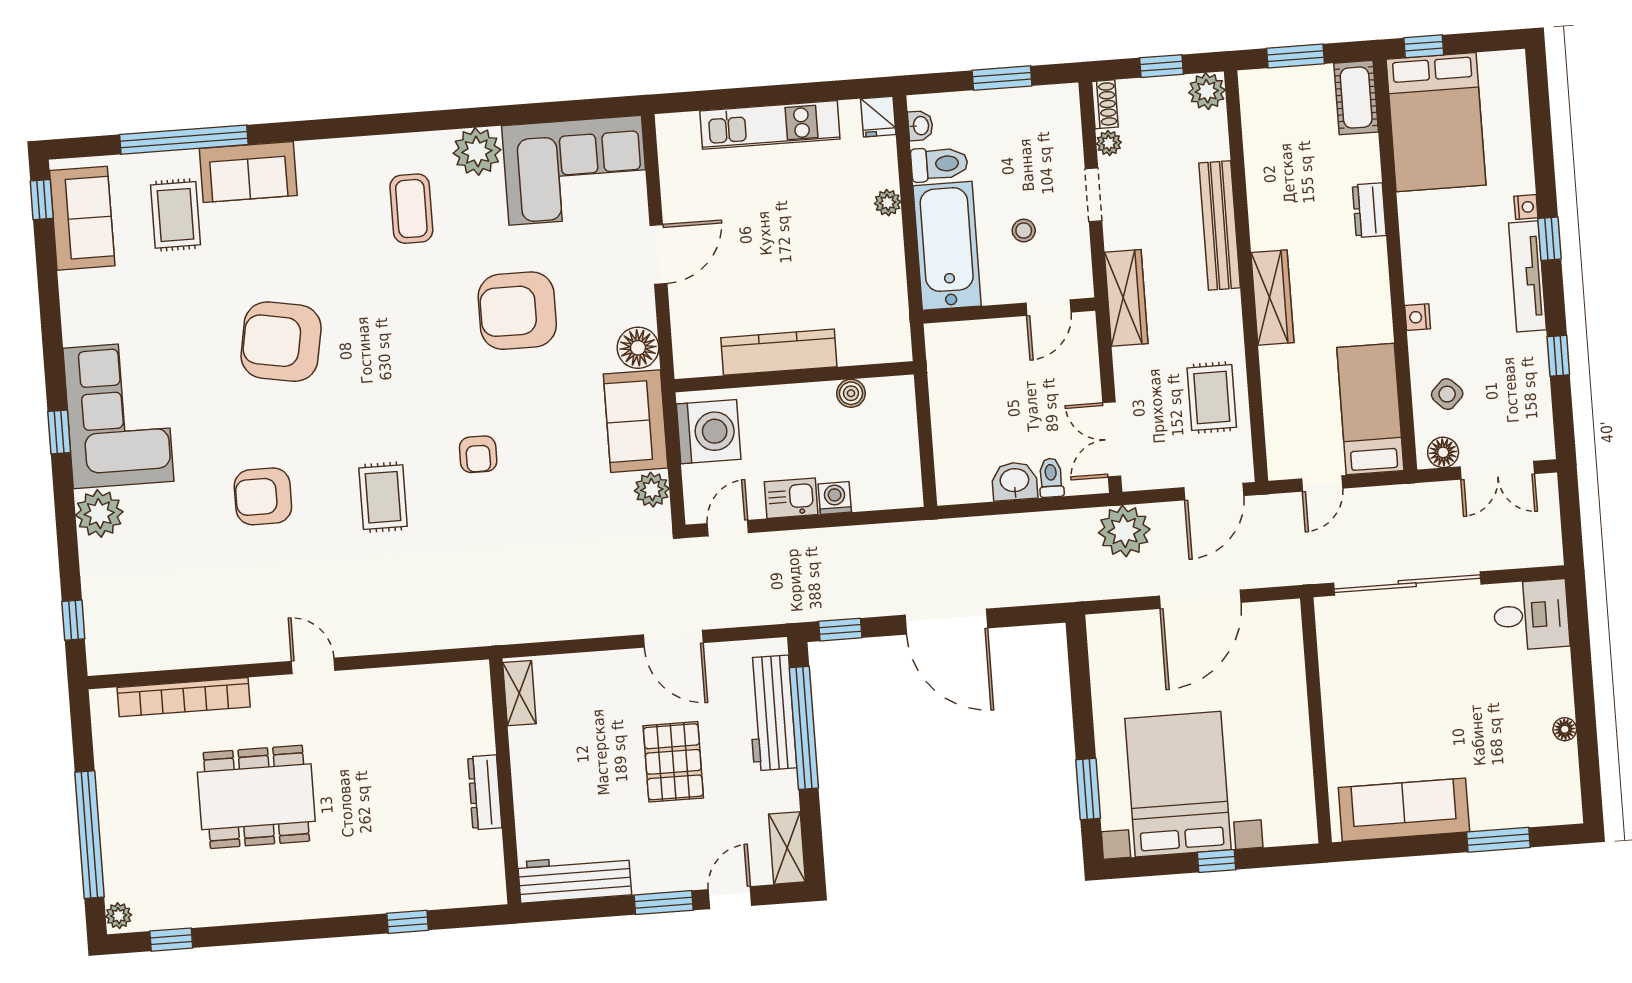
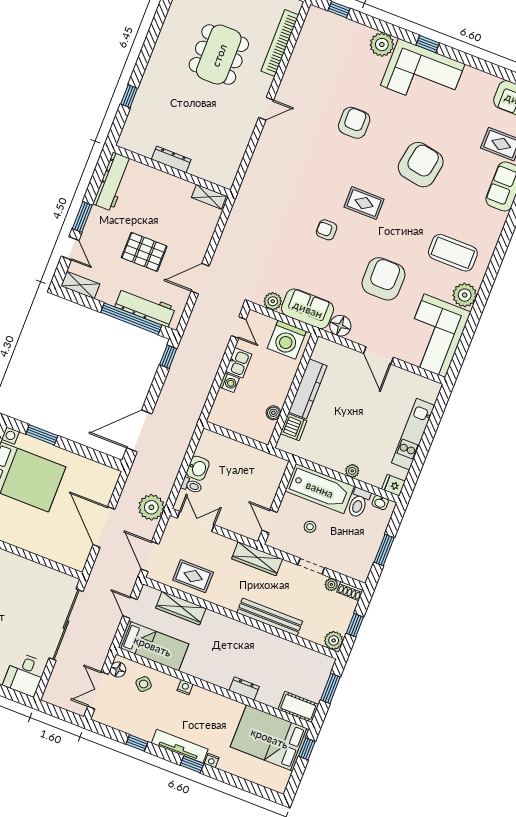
coffee table: (411, 209) -> (453, 253), width x1.36, depth x1.32
wardrobe: (1272, 298) -> (181, 608), moved
dishwasher: (859, 345) -> (293, 427), added
rug: (383, 497) -> (364, 203), moved
door: (946, 622) -> (139, 431), moved

